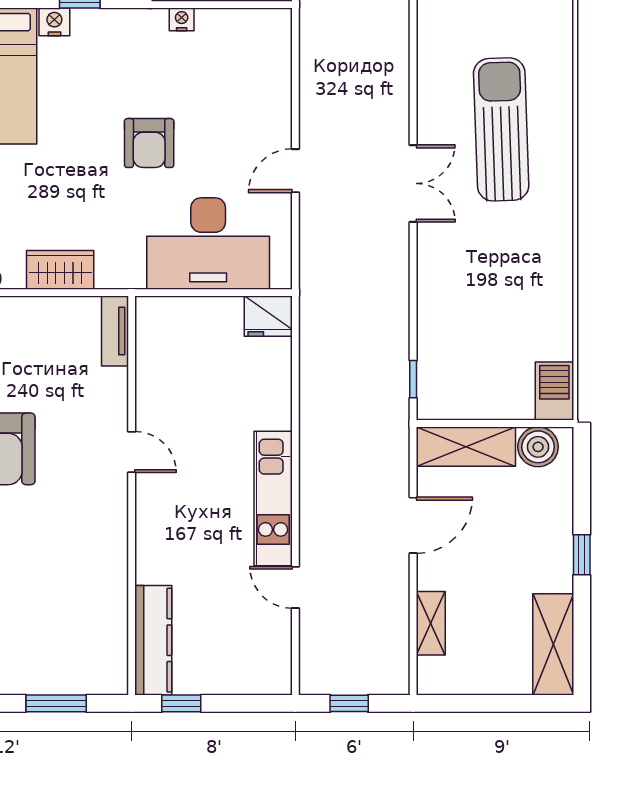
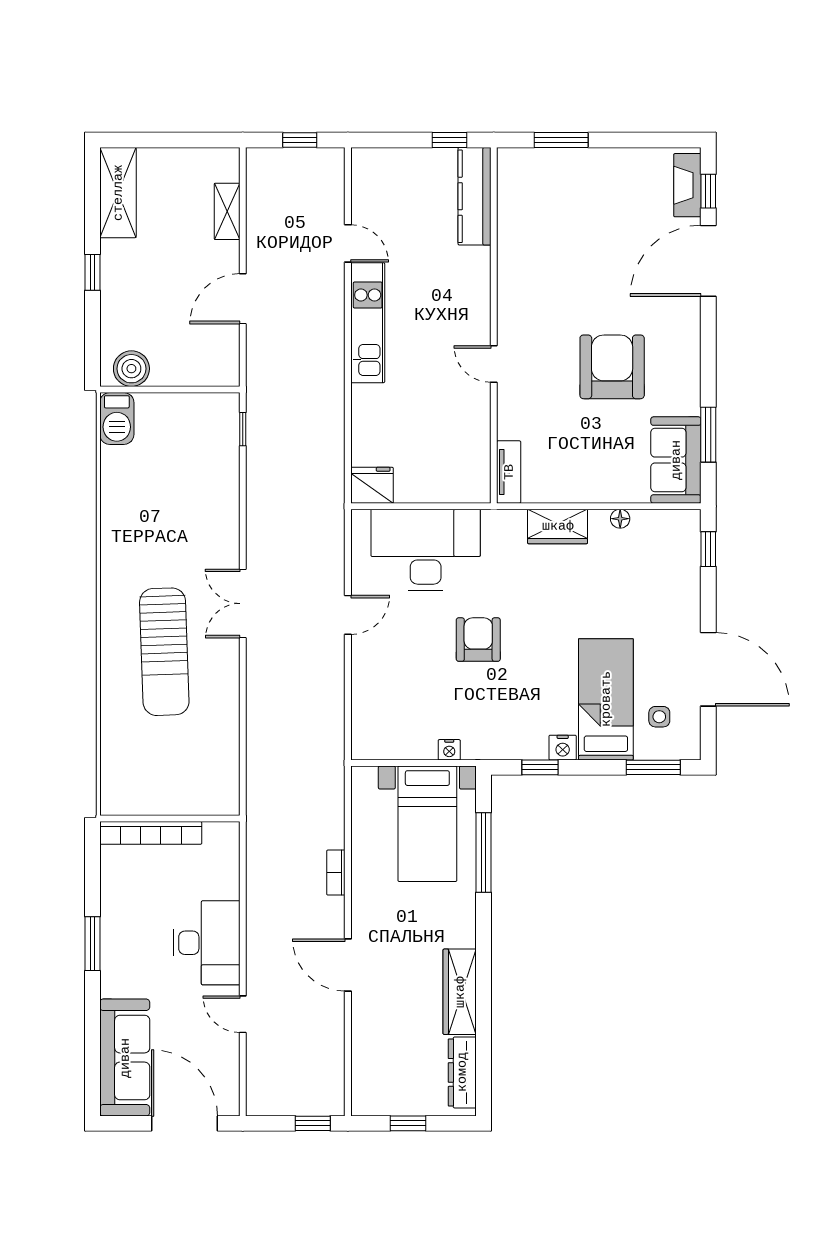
shelving: (466, 447) -> (196, 369), removed

